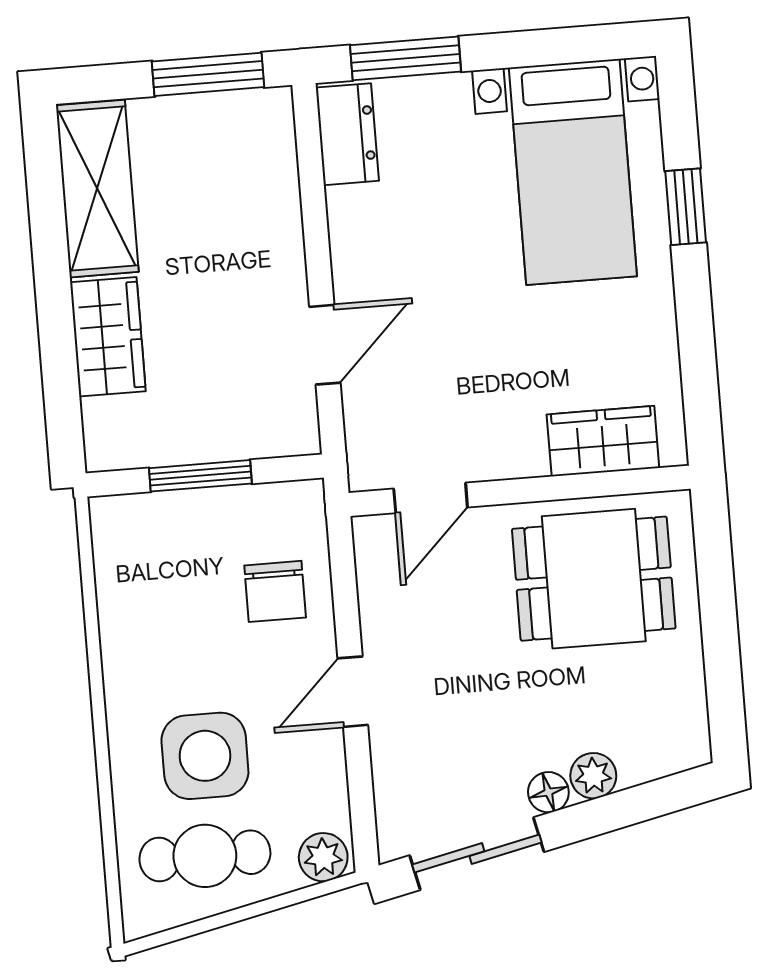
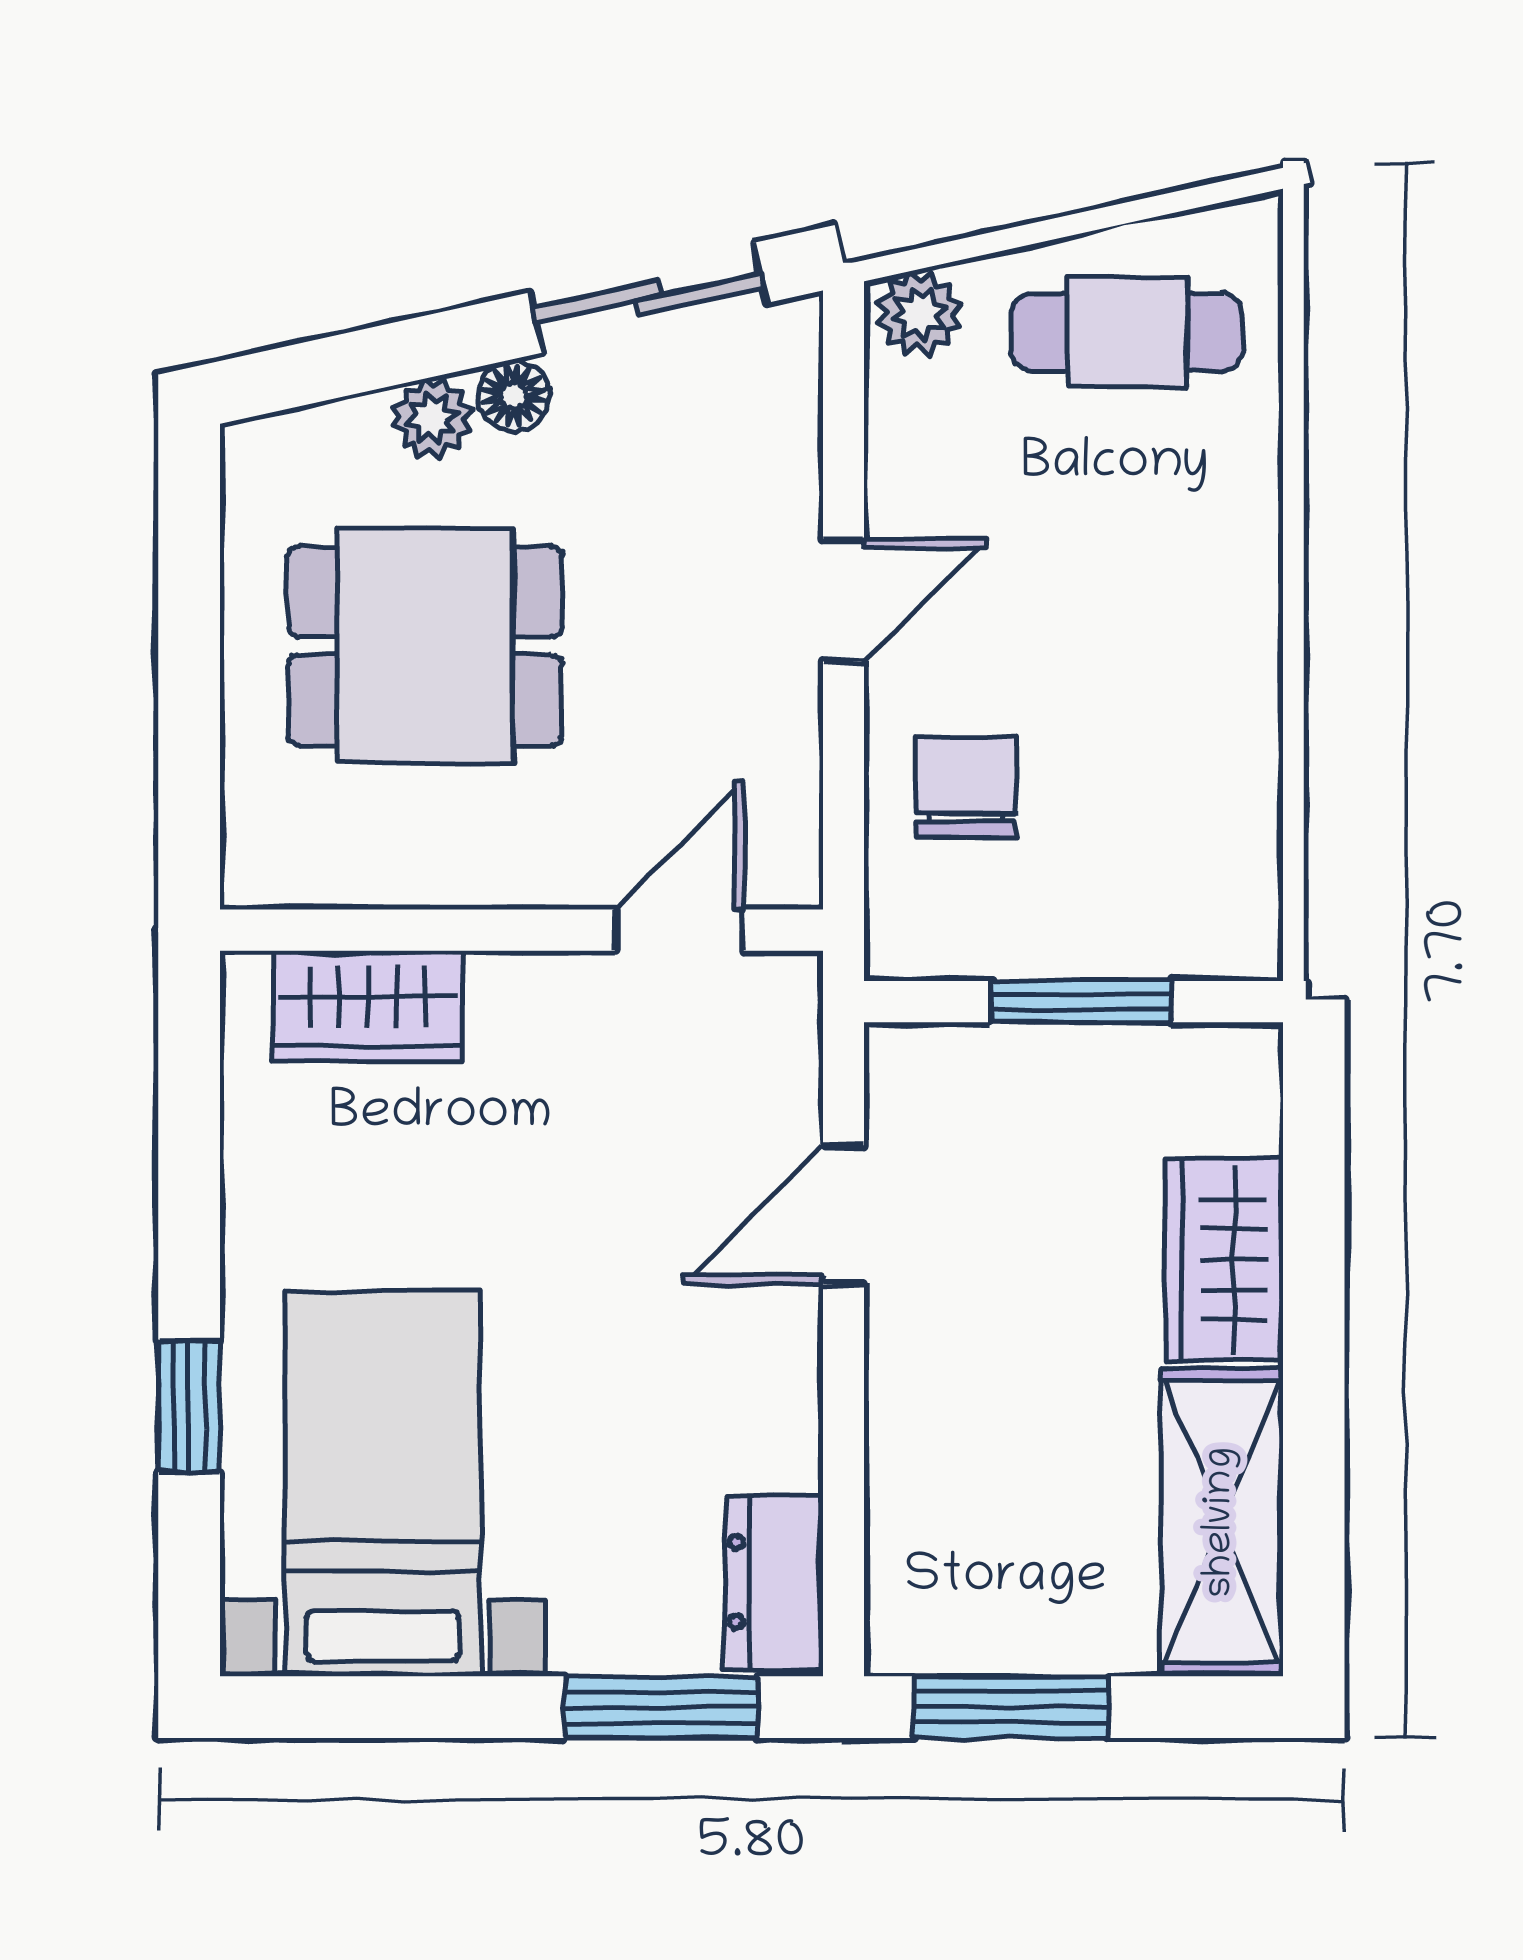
dining table: (594, 579) -> (425, 646), moved
side table: (205, 756) -> (1113, 508), removed

